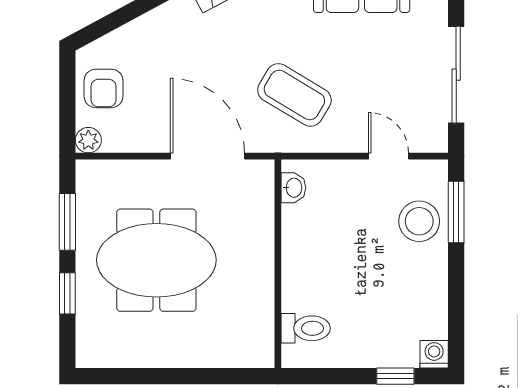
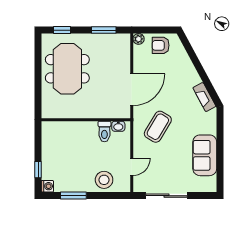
window: (456, 212) -> (73, 196), moved
meeting table: (156, 260) -> (67, 69), moved
window: (67, 293) -> (62, 30), moved
toilet: (306, 328) -> (104, 131), moved

